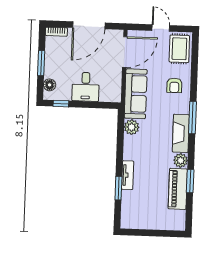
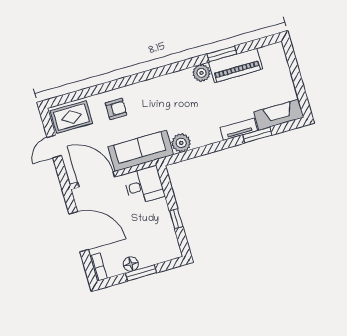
floor lamp: (50, 85) -> (131, 264), moved
desk: (86, 87) -> (144, 185), moved
window: (61, 104) -> (176, 219), moved
window: (192, 118) -> (147, 75), removed
fireplace: (181, 133) -> (279, 115), moved, turned 180

